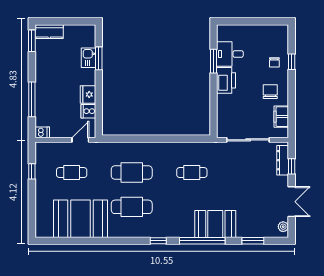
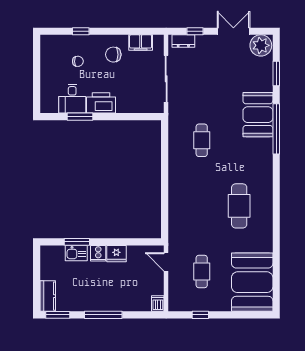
chair: (274, 62) -> (78, 61), moved
window: (32, 99) -> (103, 315), moved
cooker: (88, 111) -> (98, 253), moved
dresser: (283, 160) -> (183, 41), width x0.70
cafe table: (132, 173) -> (202, 206), removed
booth: (81, 219) -> (252, 282), moved
plant: (283, 227) -> (261, 45), width x1.88, depth x1.88
window: (158, 241) -> (276, 177), removed

